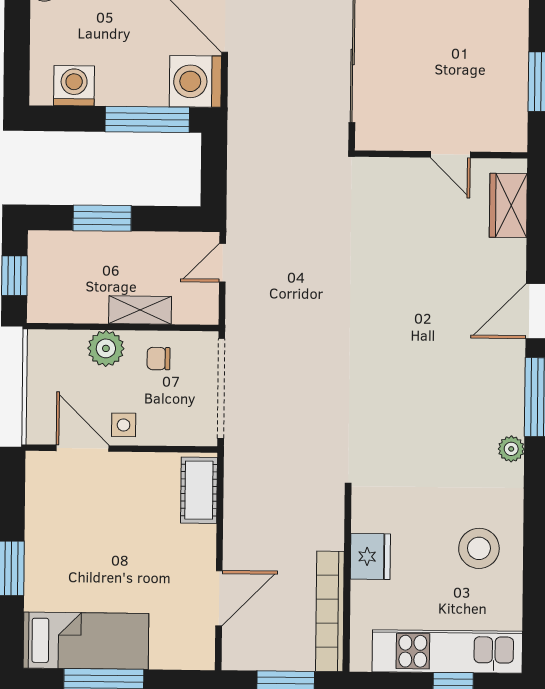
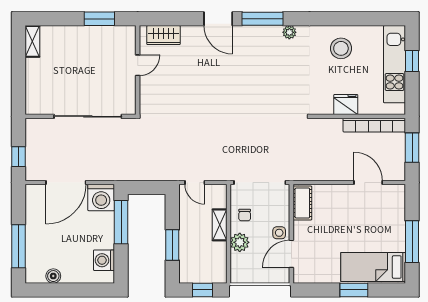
cot: (199, 490) -> (302, 203), moved, turned 90
bed: (86, 641) -> (373, 267), moved, turned -90

